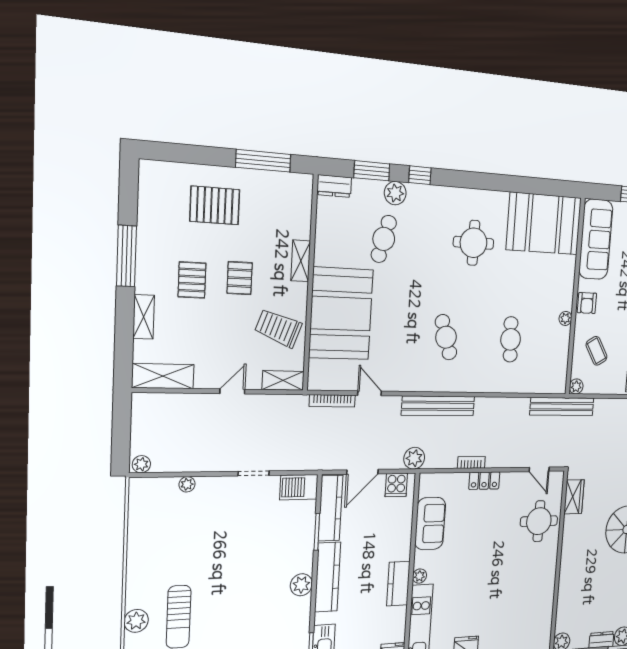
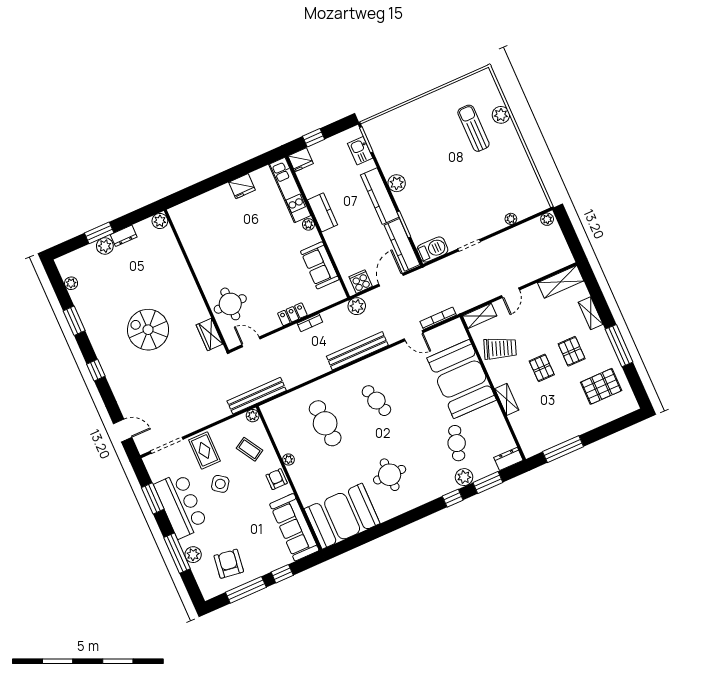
pallet: (215, 205) -> (601, 386), moved
cafe table: (511, 339) -> (325, 423), width x1.37, depth x1.35

